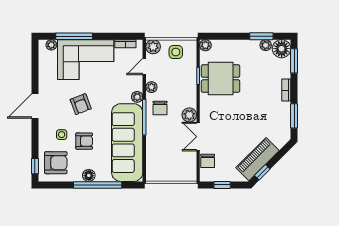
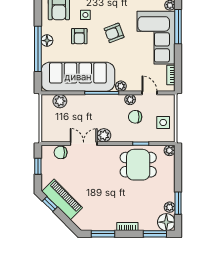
plant: (153, 47) -> (60, 101), moved
dining table: (221, 79) -> (138, 165), turned 90
chair: (160, 108) -> (135, 117), moved

